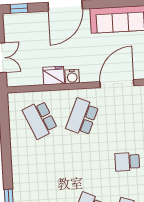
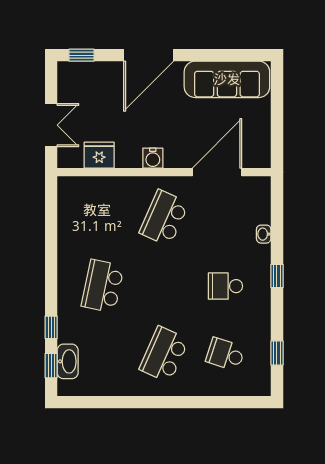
fridge: (54, 76) -> (99, 155), moved
school desk: (40, 120) -> (103, 286), moved, turned 36

